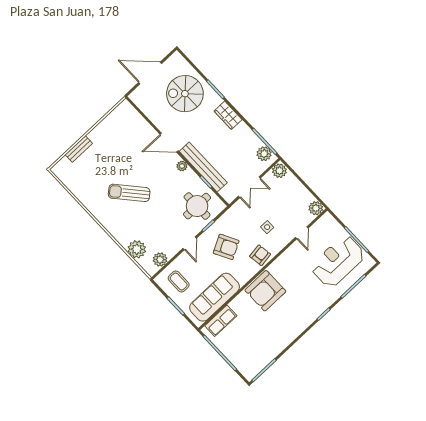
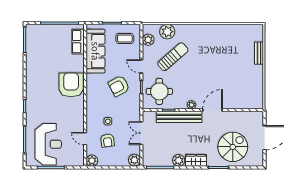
plant: (264, 154) -> (179, 160), moved
sun lounger: (129, 193) -> (173, 57), moved
armchair: (260, 255) -> (107, 141), moved

